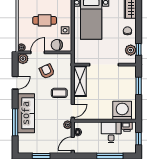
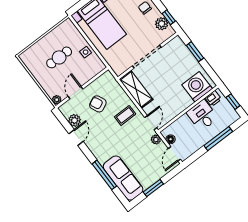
chair: (57, 45) -> (88, 72), removed
plant: (23, 59) -> (75, 120), moved
sofa: (26, 113) -> (123, 178), moved

